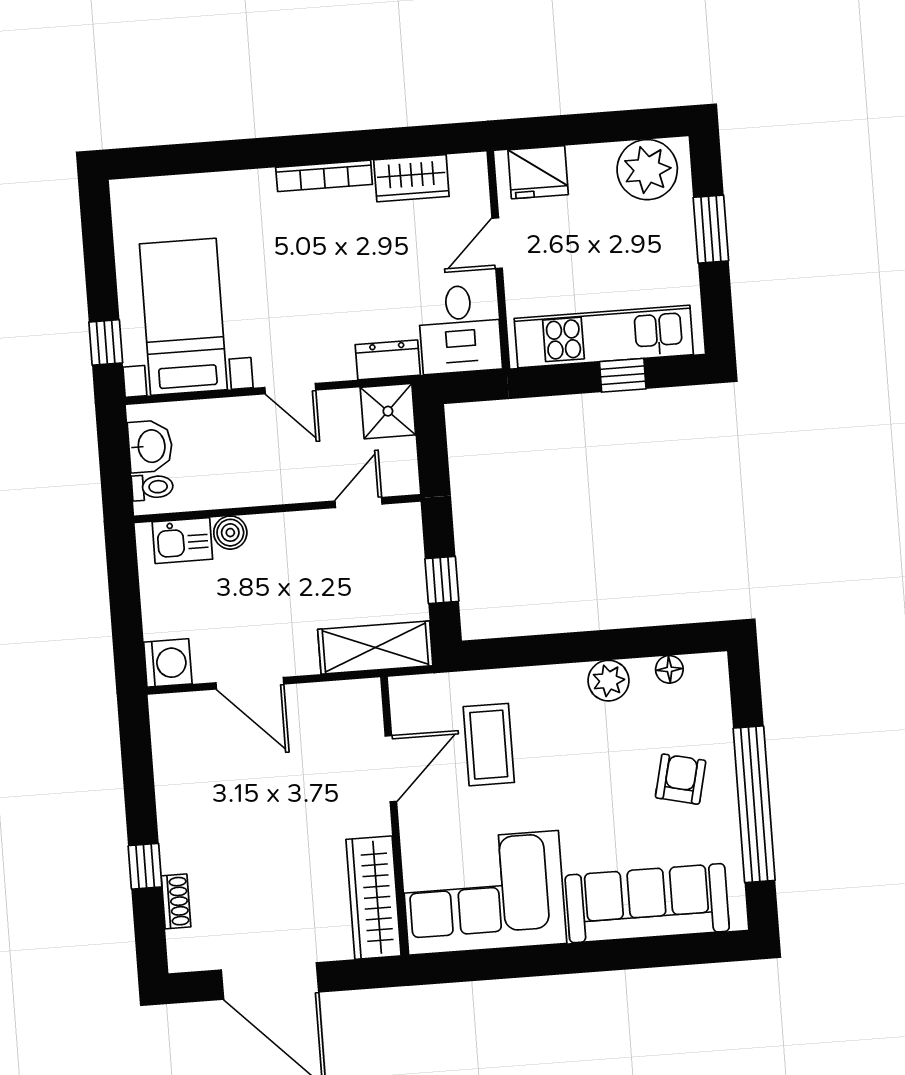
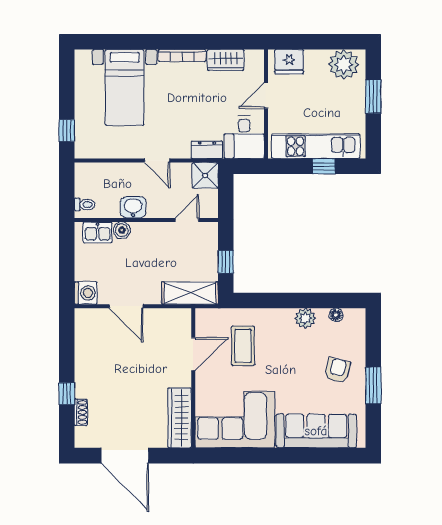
bed with nightstands: (183, 317) -> (125, 87), moved, turned 180
washbasin: (150, 446) -> (133, 207), moved, turned -90
window: (754, 804) -> (373, 386), width x0.47

